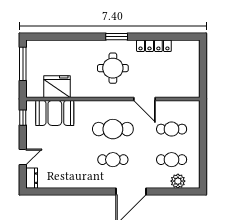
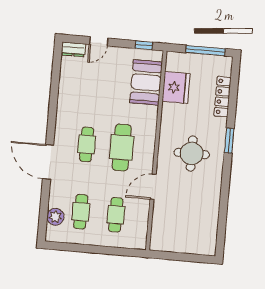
window: (117, 37) -> (229, 141), moved
locker: (154, 46) -> (223, 97), moved
door: (23, 157) -> (99, 41), hinge flipped

